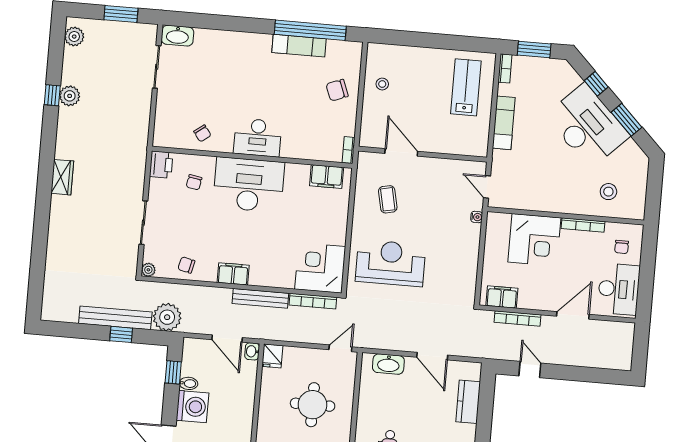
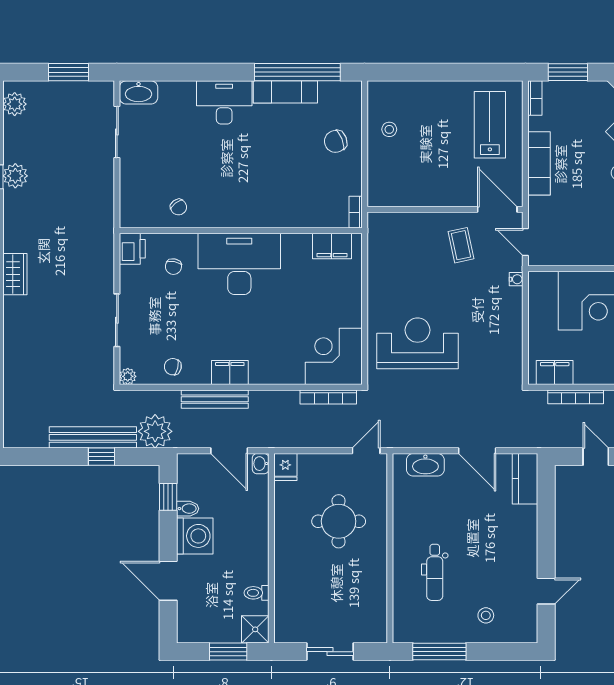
desk: (258, 137) -> (224, 102), moved, turned 180
door: (401, 152) -> (497, 209), moved
coffee table: (388, 199) -> (461, 245), moved
bench: (260, 298) -> (215, 399), moved
kitchen counter: (468, 402) -> (525, 479), moved

